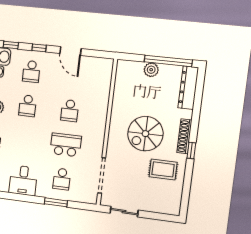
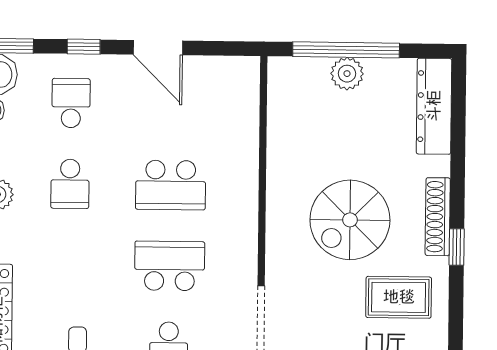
window: (168, 61) -> (346, 50), moved
school desk: (31, 71) -> (71, 103), turned 180
school desk: (70, 111) -> (171, 185), width x1.85

